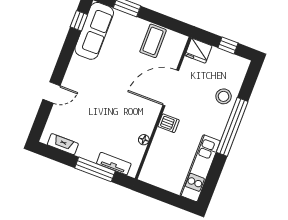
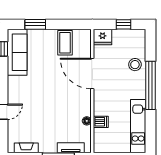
door: (171, 88) -> (92, 74), hinge flipped
dishwasher: (169, 123) -> (101, 122), moved

